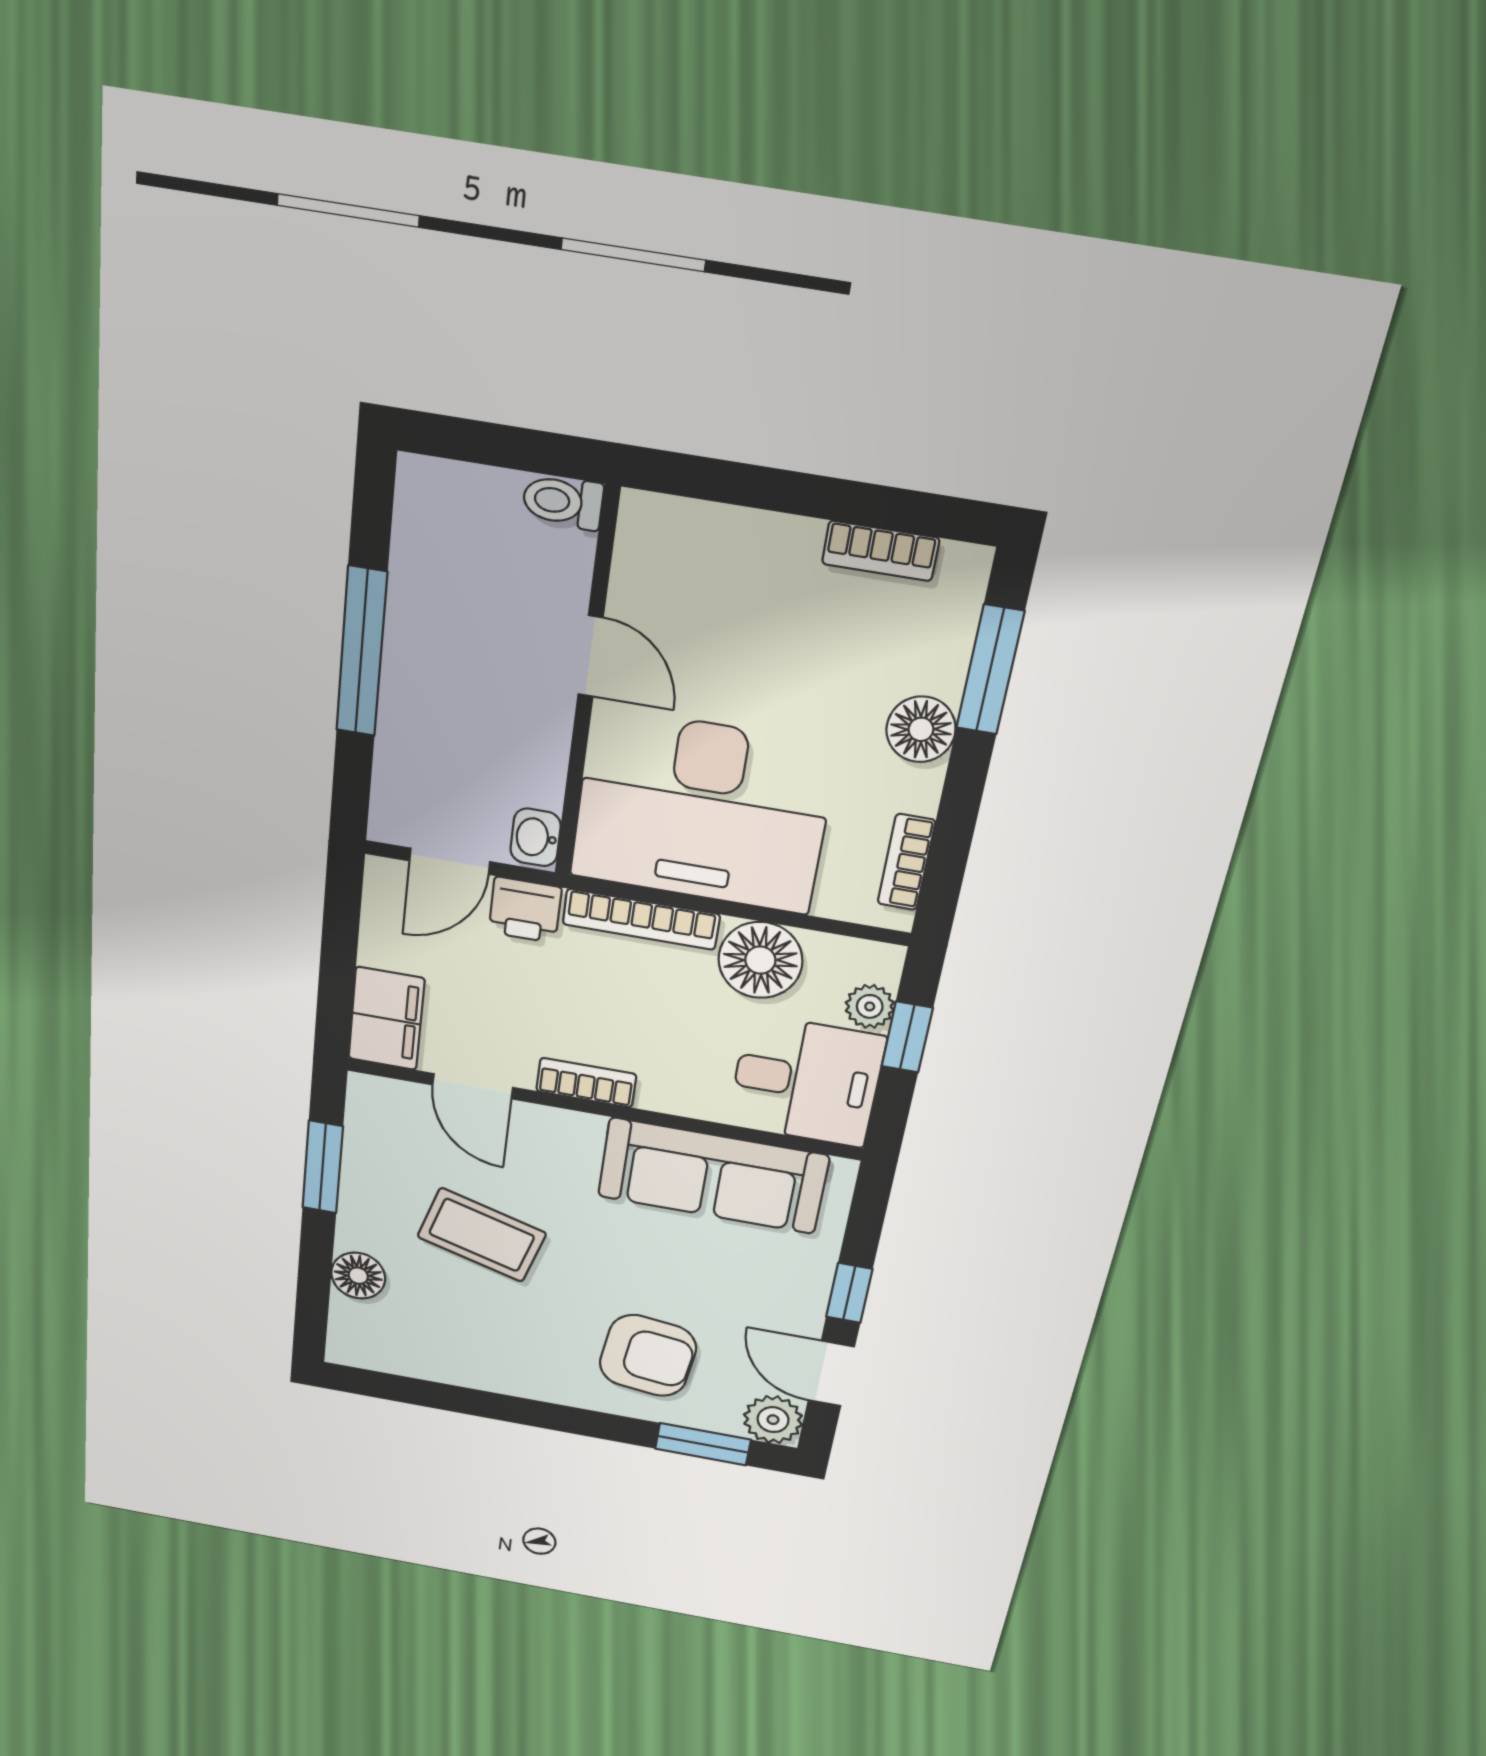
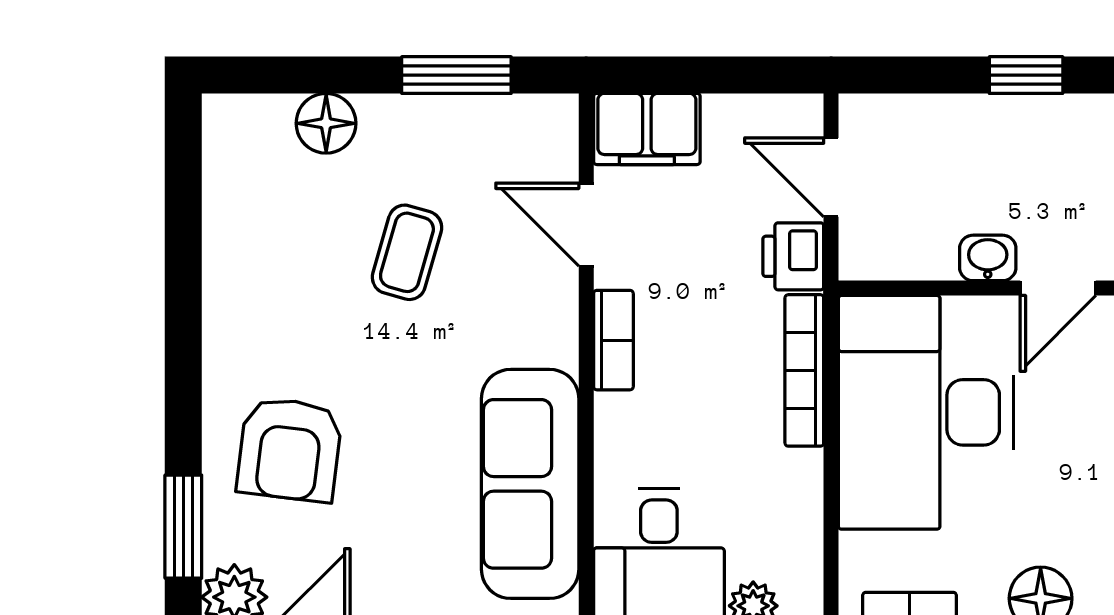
window: (362, 652) -> (1026, 75), width x0.46
washbasin: (536, 837) -> (988, 258), moved
floor lamp: (760, 960) -> (783, 492), removed
door: (473, 1086) -> (586, 225), hinge flipped
coffee table: (482, 1235) -> (407, 252), width x0.73, depth x0.77

